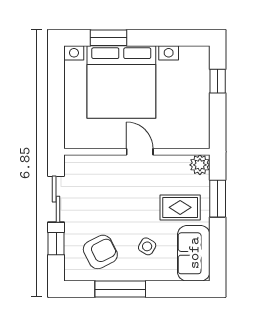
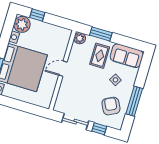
plant: (194, 60) -> (22, 24), added

